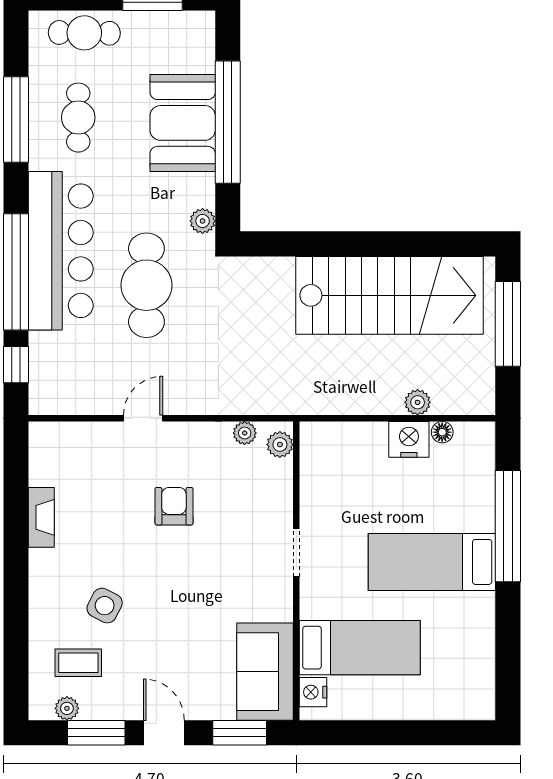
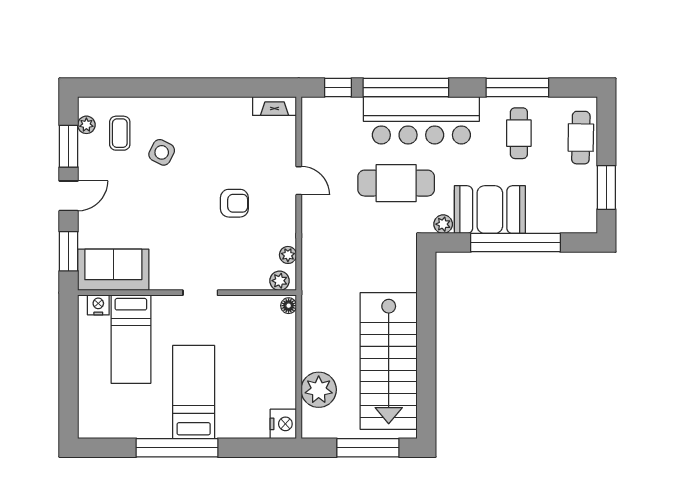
cafe table: (78, 118) -> (519, 133), turned 90
booth: (183, 123) -> (490, 210), moved
plant: (418, 402) -> (319, 390), width x1.87, depth x1.87
floor lamp: (442, 432) -> (289, 306), moved
nightstand: (409, 439) -> (283, 424), moved
fireplace: (41, 517) -> (275, 106), moved
window: (508, 526) -> (177, 448), moved

